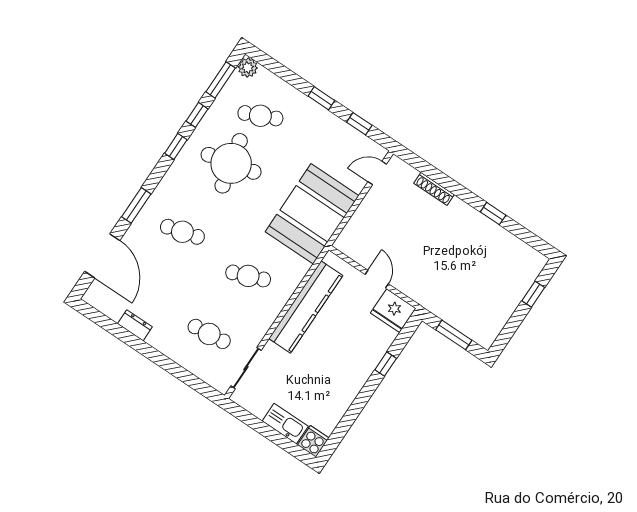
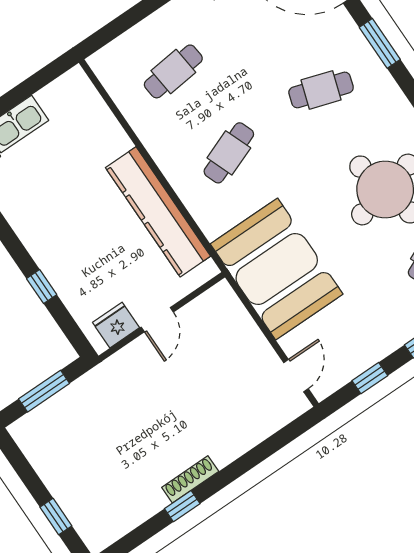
shoe rack: (434, 189) -> (190, 479), moved
cafe table: (182, 232) -> (321, 90), turned 33
door: (377, 279) -> (157, 320), hinge flipped
fridge: (393, 311) -> (116, 325), width x0.73, depth x0.75
sliding door: (246, 368) -> (109, 102), removed

